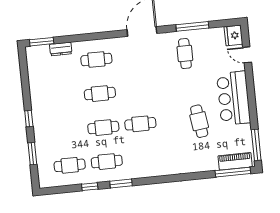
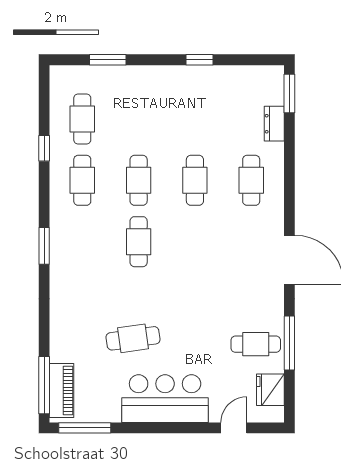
fridge: (233, 35) -> (270, 390), moved, turned -90
cafe table: (185, 54) -> (256, 344), moved
window: (29, 119) -> (199, 60), moved
window: (121, 183) -> (44, 246), moved

